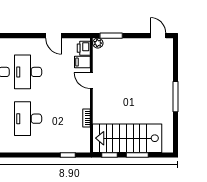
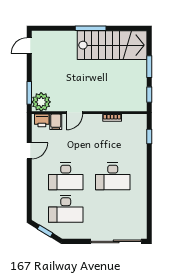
plant: (98, 43) -> (41, 102), width x1.87, depth x1.87
stairs: (127, 138) -> (112, 45), moved, turned -90

